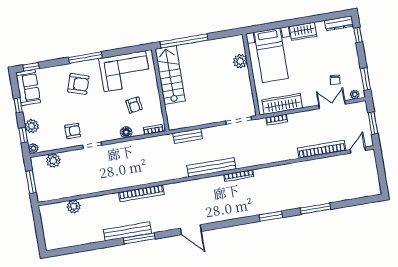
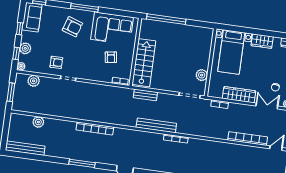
plant: (240, 61) -> (202, 75), moved
stairs: (170, 75) -> (144, 63), moved
wardrobe: (282, 104) -> (239, 95), moved
floor lamp: (126, 132) -> (98, 77), removed
bench: (127, 231) -> (25, 148), moved

